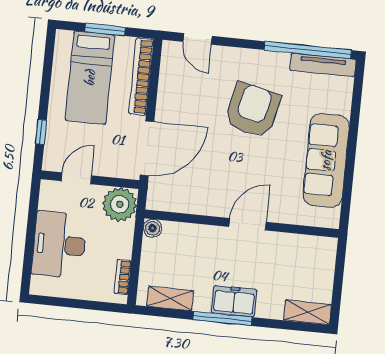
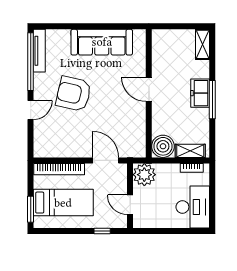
window: (105, 29) -> (31, 209), moved
door: (197, 39) -> (31, 110), moved
door: (147, 148) -> (106, 160), width x0.73
boiler: (153, 228) -> (163, 146), width x1.86, depth x1.86
desk: (59, 245) -> (193, 207), moved, turned -90
shelving: (170, 299) -> (190, 151), moved, turned 90

